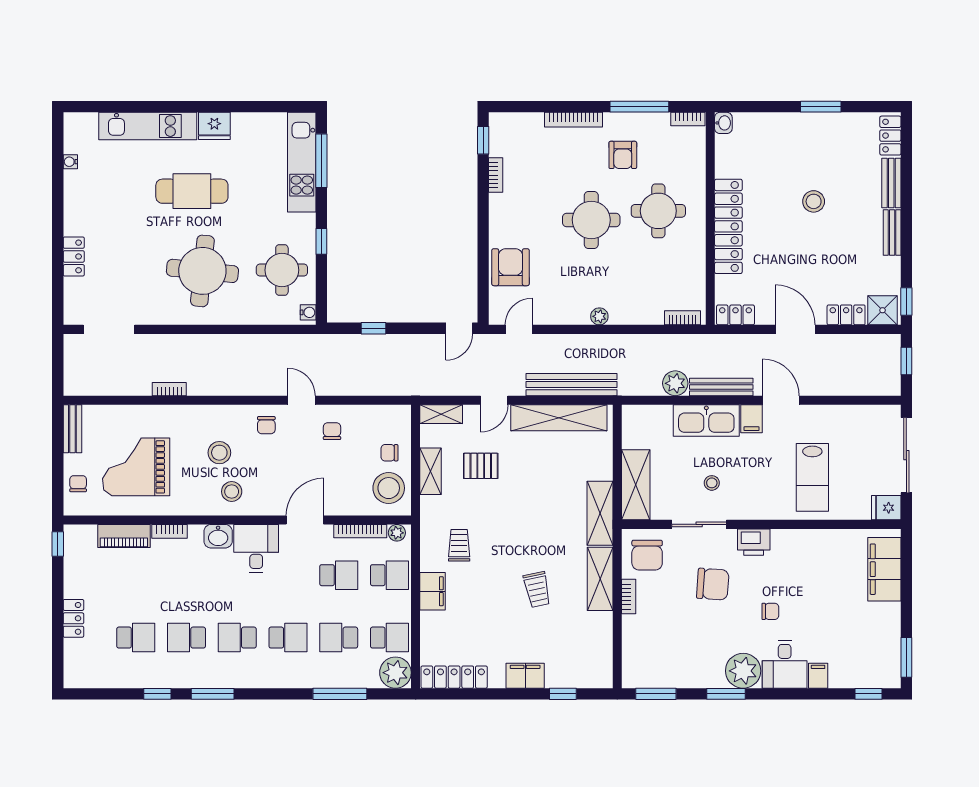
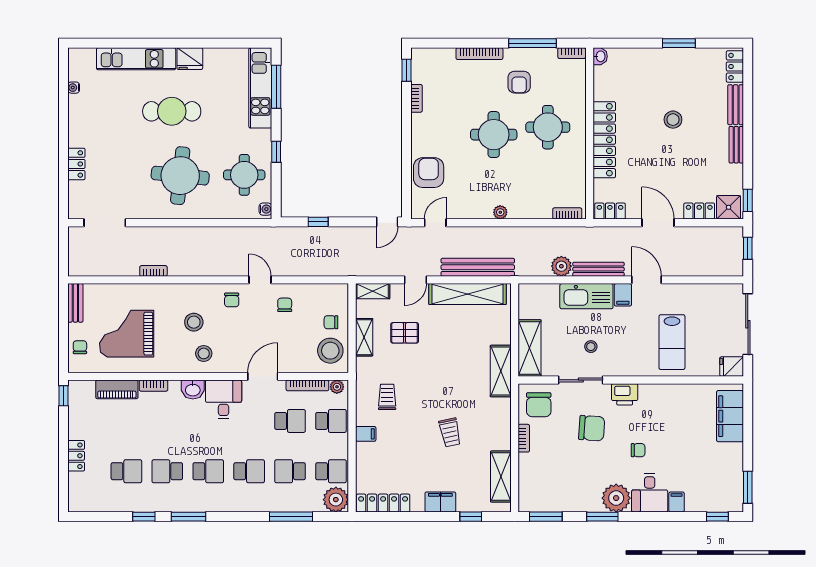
shelving: (600, 579) -> (501, 477), moved
filing cabinet: (433, 591) -> (366, 434), width x0.50
school desk: (237, 638) -> (208, 471), turned 180

